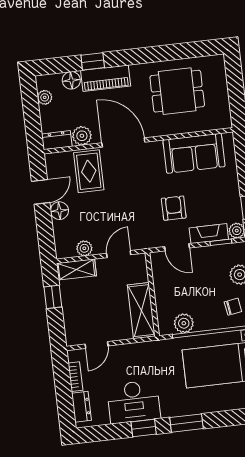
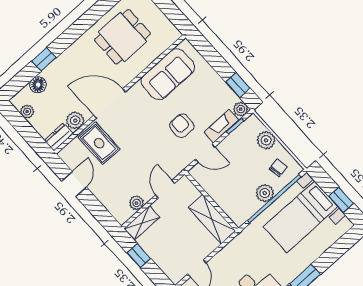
piano: (106, 78) -> (62, 65), removed
floor lamp: (59, 211) -> (98, 188), removed
plant: (184, 323) -> (265, 193), moved

